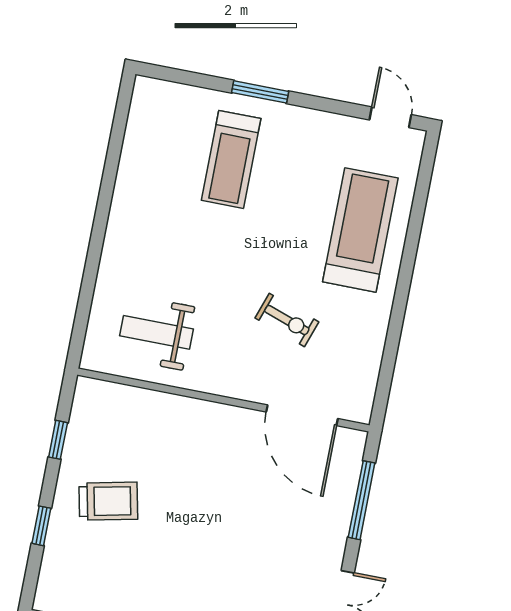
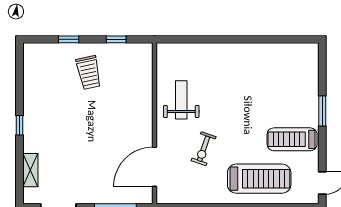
treadmill: (231, 159) -> (292, 139), moved
weight bench: (157, 332) -> (181, 100), moved

